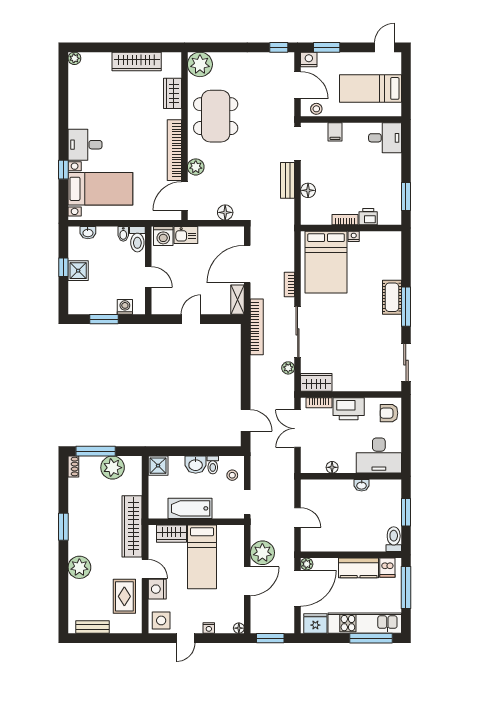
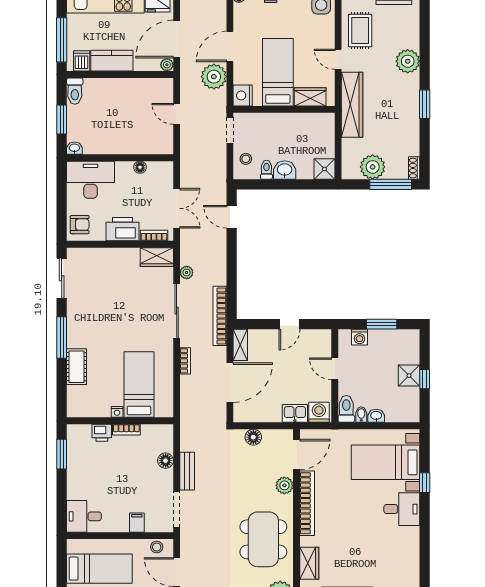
washbasin: (88, 233) -> (376, 416), moved
bed: (326, 262) -> (139, 385), width x0.67
cot: (392, 297) -> (77, 367), moved
washbasin: (362, 485) -> (74, 148), moved
bathtub: (190, 508) -> (290, 124), removed
nightstand: (157, 589) -> (243, 95), moved, turned 180

